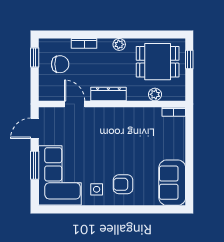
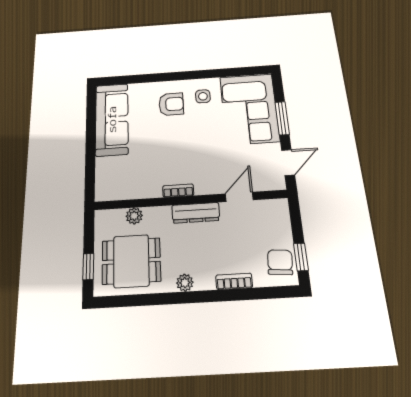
chair: (60, 64) -> (280, 262), moved, turned 95
door: (75, 104) -> (239, 197), swing flipped
bookcase: (174, 112) -> (178, 191), moved
sofa: (172, 183) -> (112, 119), width x1.36

